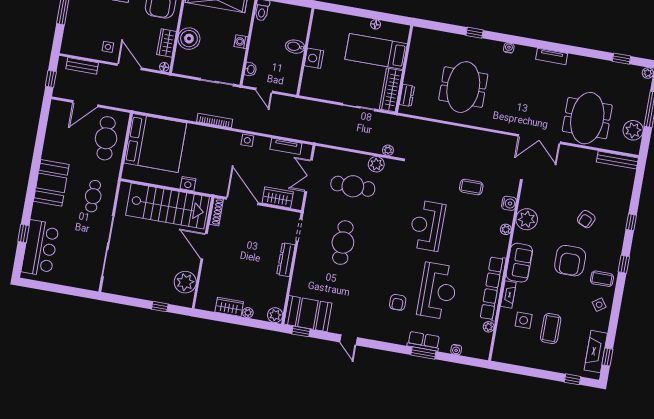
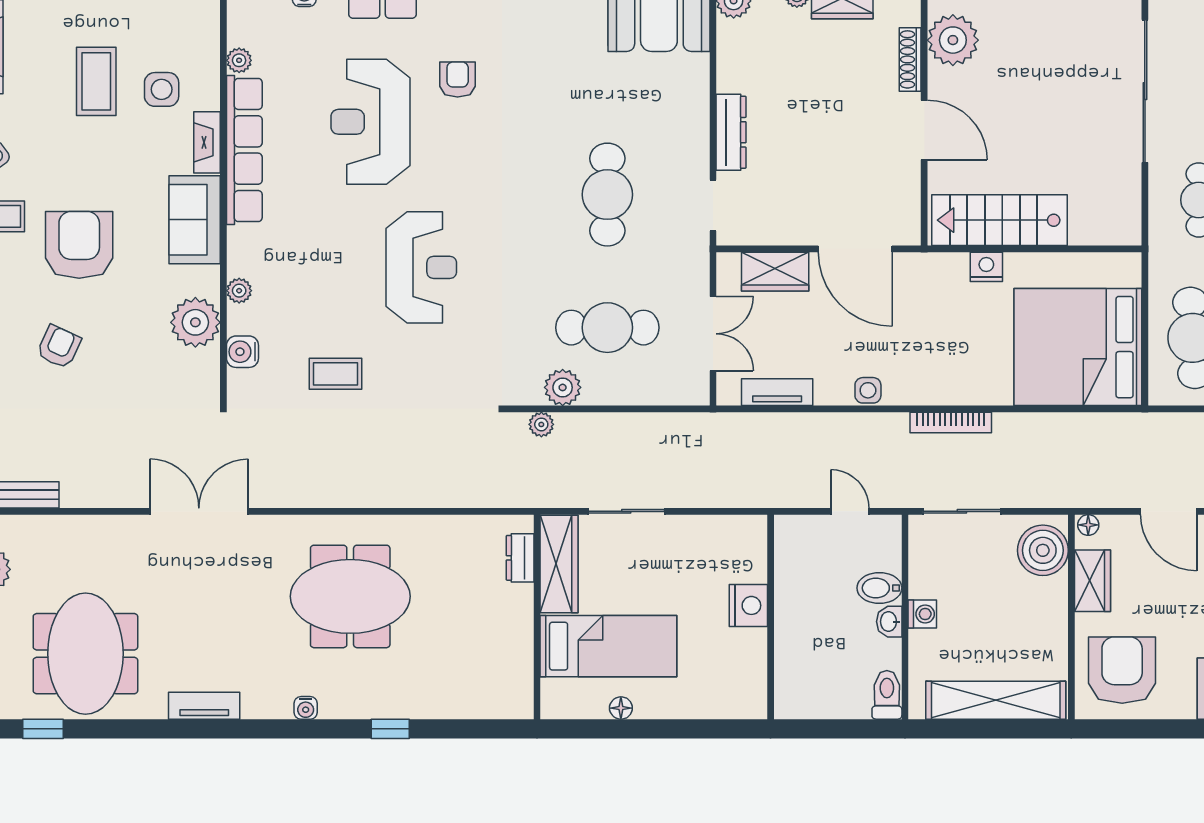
boiler: (189, 39) -> (1043, 550), moved
bidet: (295, 47) -> (879, 588), moved, turned 180
washbasin: (251, 69) -> (889, 622), moved
meeting table: (463, 87) -> (350, 596), moved, turned 90
meeting table: (587, 118) -> (85, 654), moved
stairs: (168, 206) -> (1000, 220), width x0.73, depth x0.66
shoe rack: (216, 212) -> (910, 59), moved

